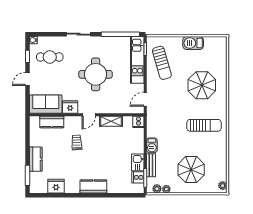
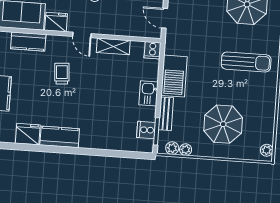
door: (145, 99) -> (165, 18), hinge flipped
door: (89, 115) -> (82, 35), hinge flipped
barbecue: (152, 145) -> (174, 76), width x1.88, depth x1.53
kitchen sink: (138, 162) -> (149, 93), moved
kitchen counter: (93, 187) -> (60, 137), moved

